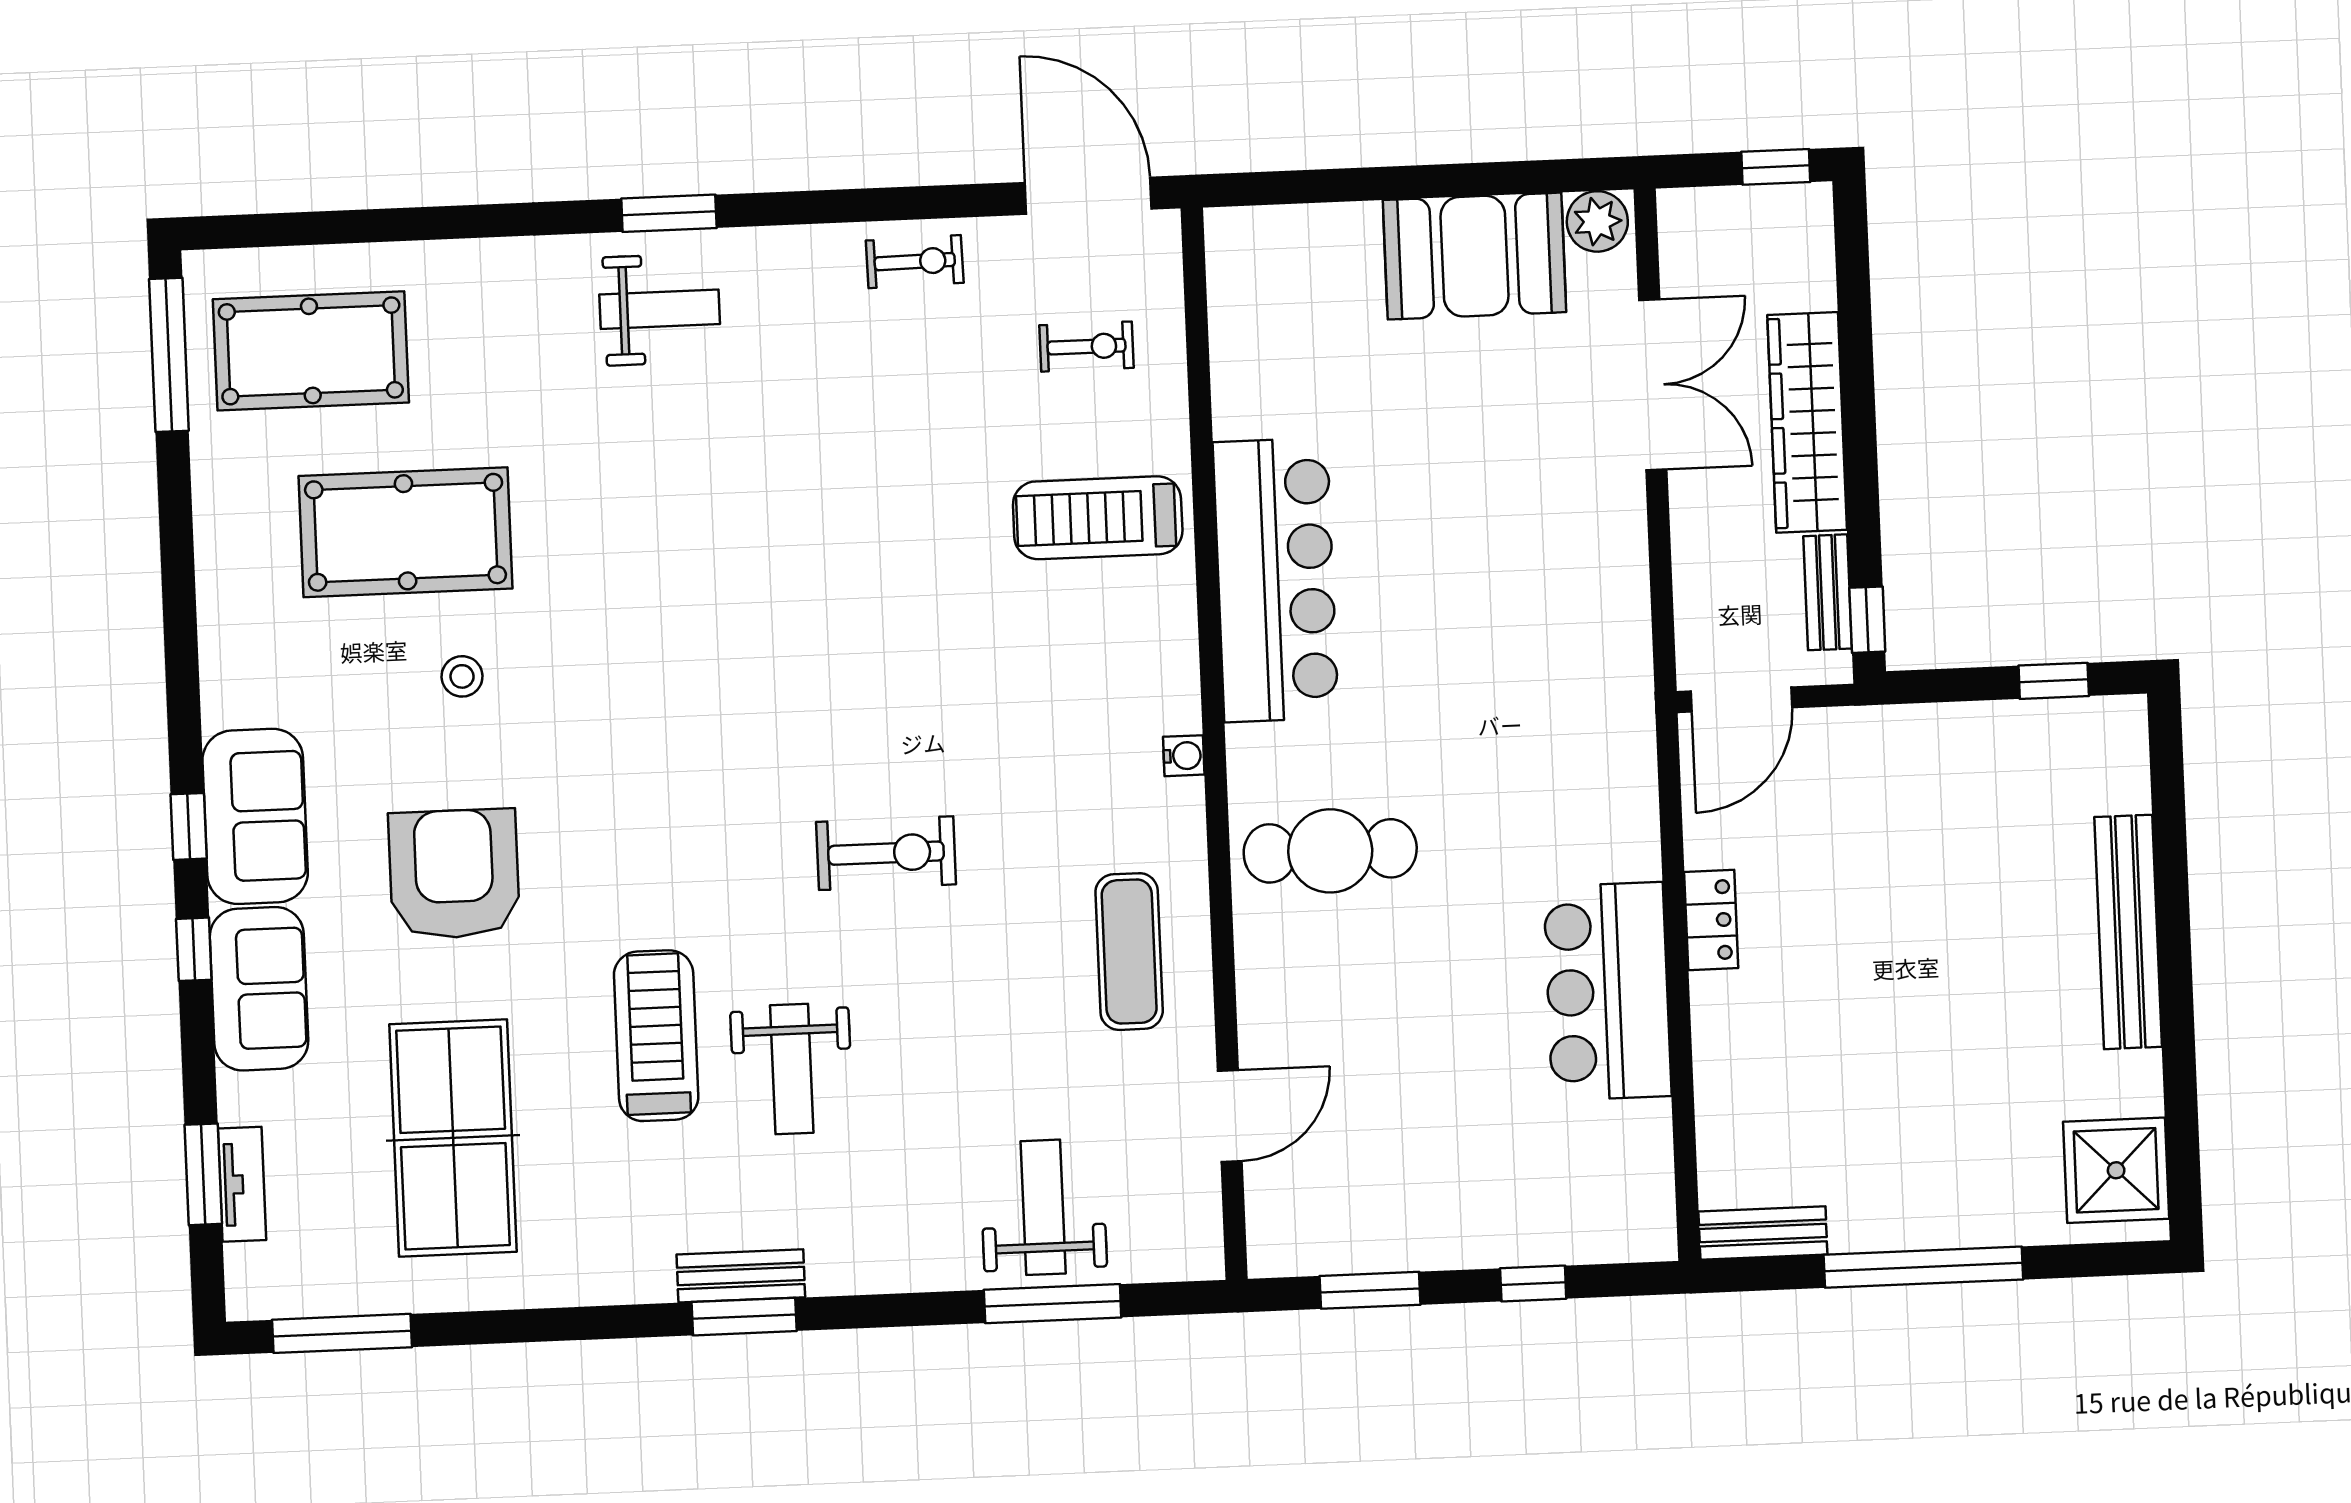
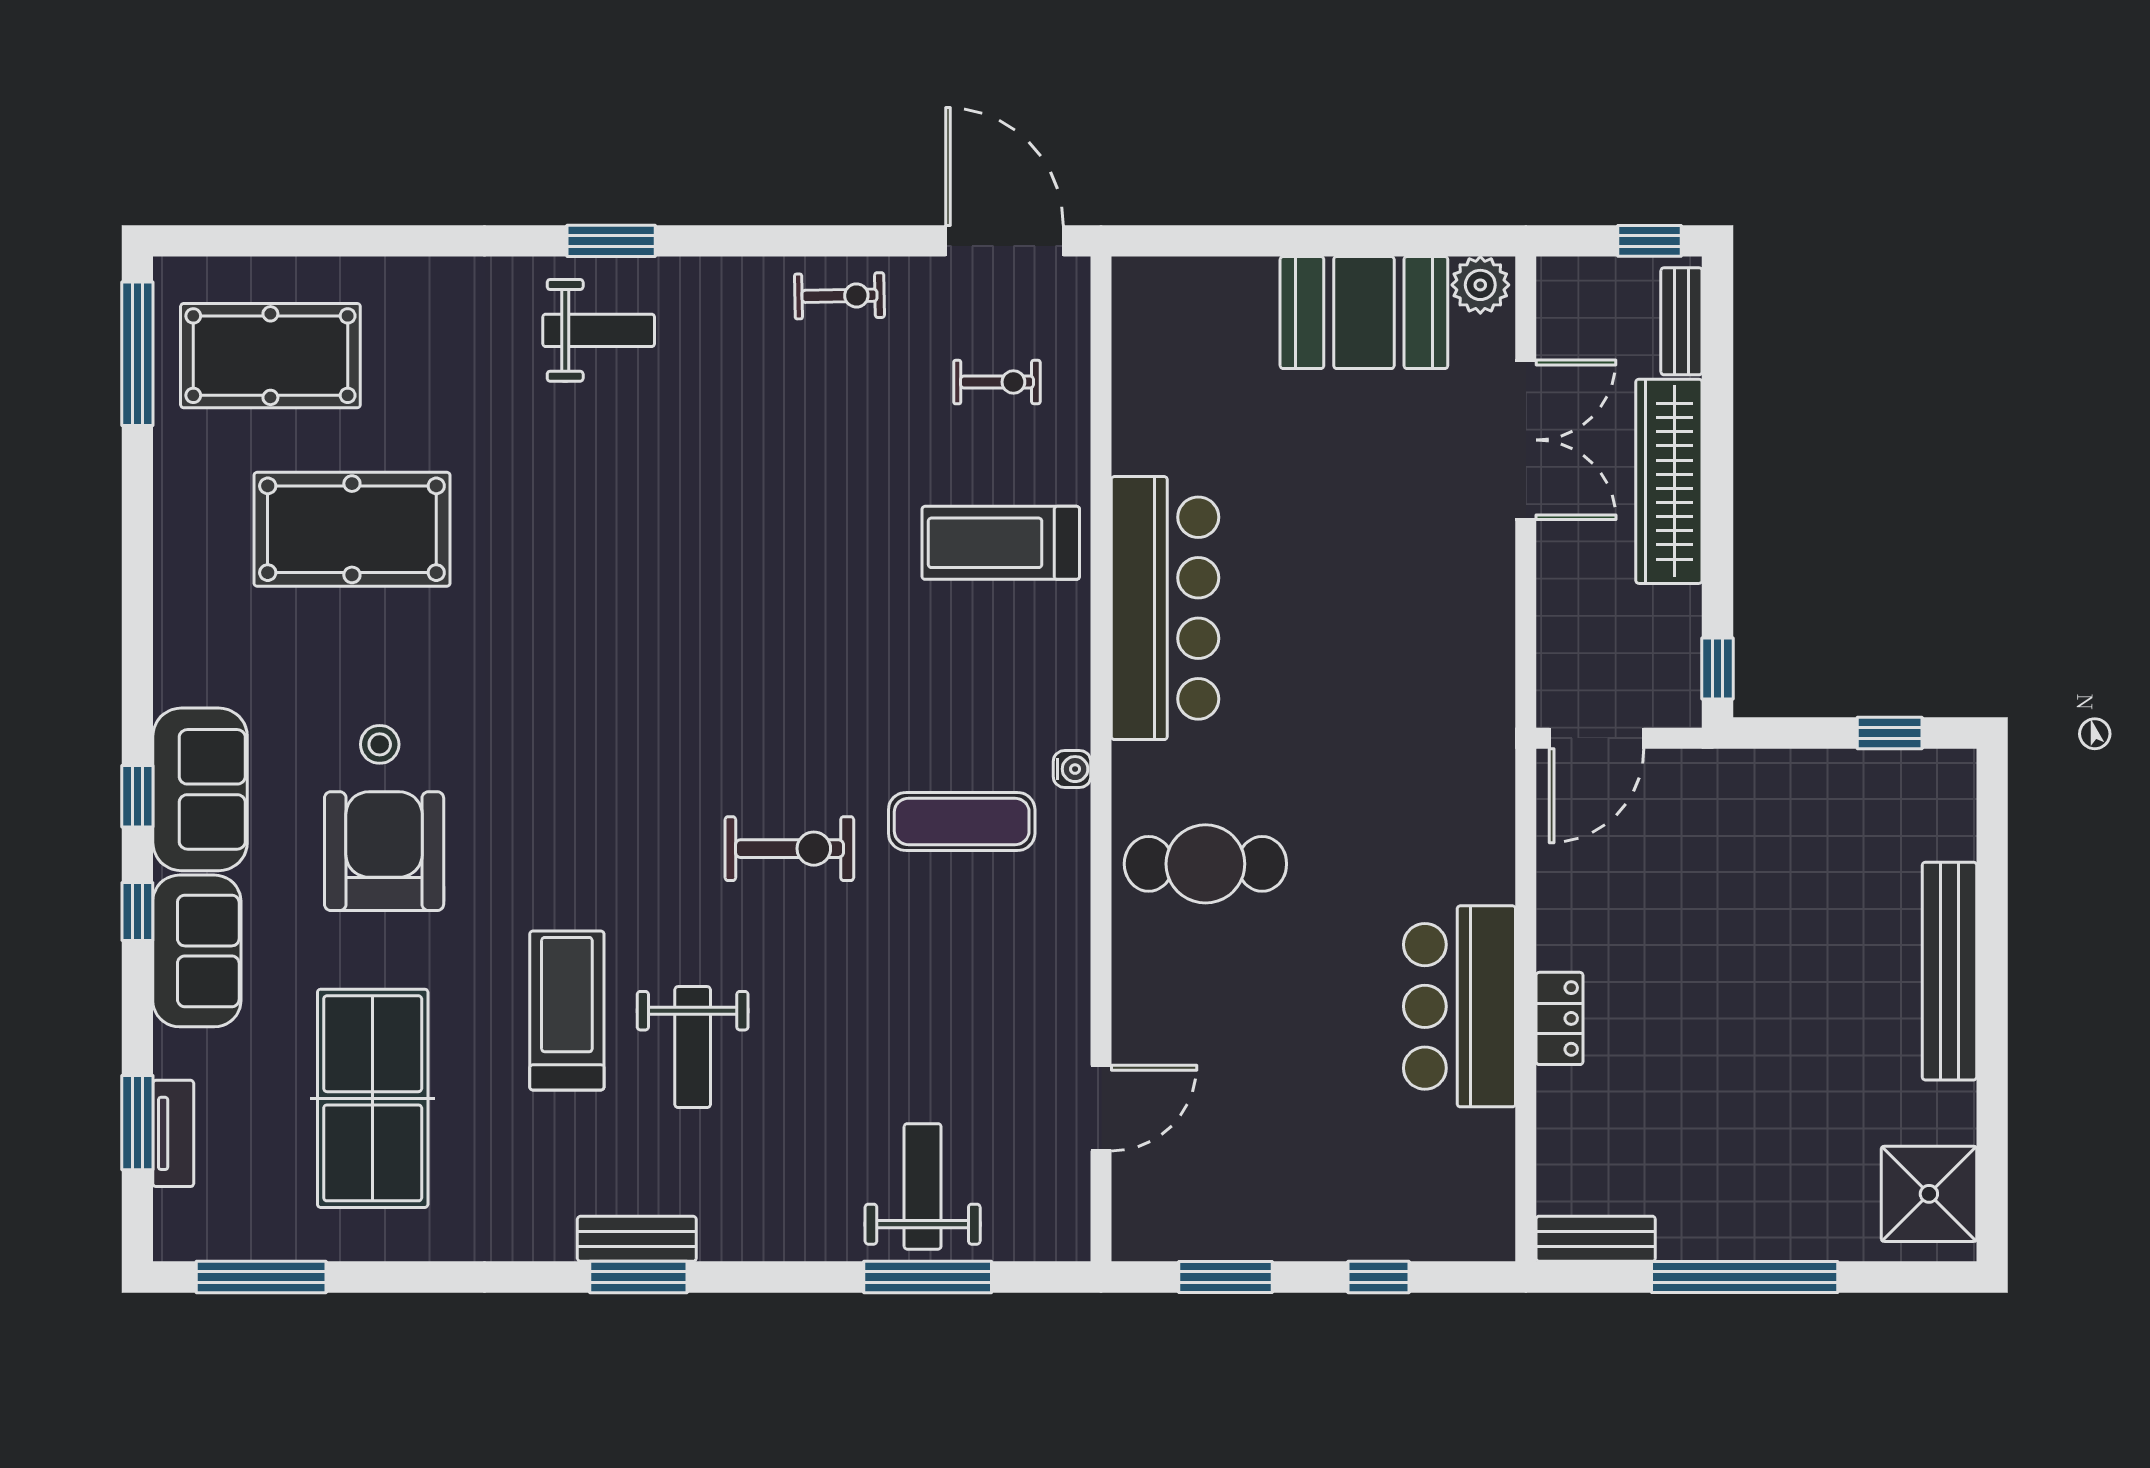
bench: (1828, 592) -> (1681, 321), moved
stool: (462, 676) -> (380, 744), moved
locker: (1711, 920) -> (1560, 1018), moved
exercise mat: (1129, 952) -> (962, 821), moved, turned 90

